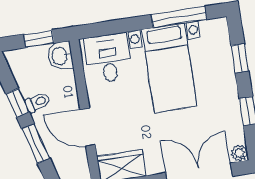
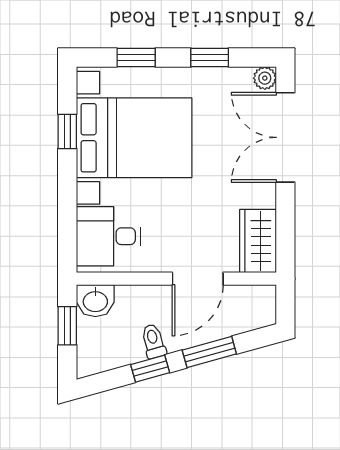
window: (179, 17) -> (67, 131), width x0.46
bed with nightstands: (169, 68) -> (134, 138), width x1.36

